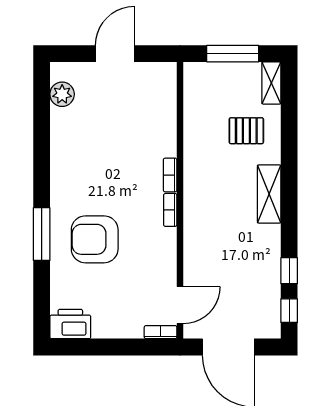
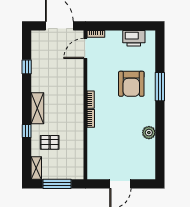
plant: (62, 94) -> (149, 133), moved
armchair: (95, 239) -> (131, 84), turned 90
window: (289, 311) -> (27, 131), moved
printer: (70, 324) -> (134, 38), moved

